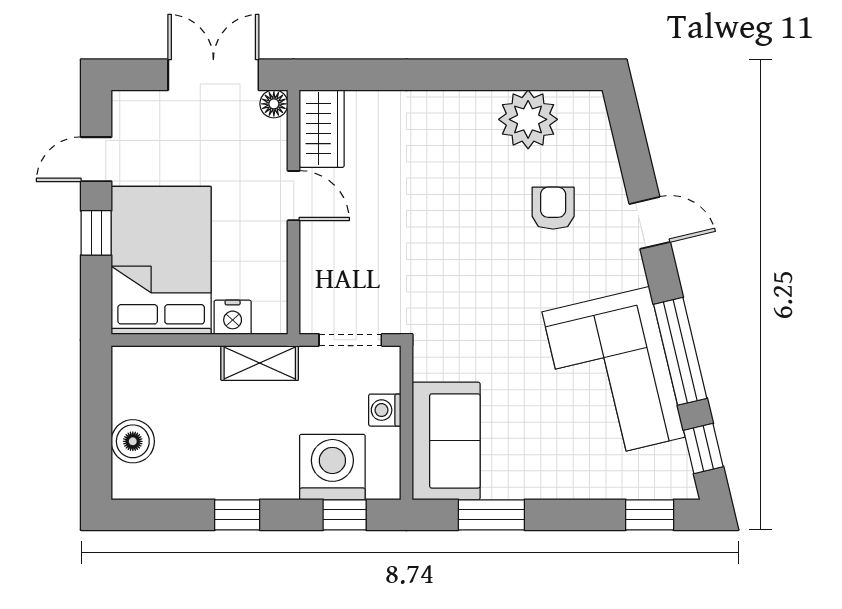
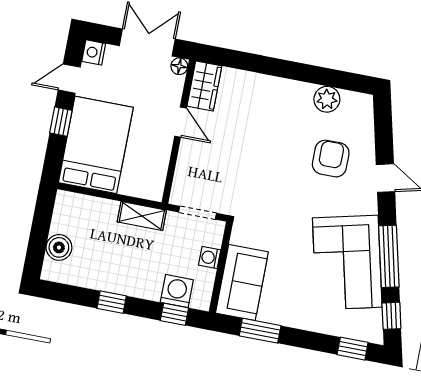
plant: (528, 119) -> (327, 99), width x0.73, depth x0.73
armchair: (553, 208) -> (331, 159), width x1.38, depth x1.38
nightstand: (233, 317) -> (94, 52), moved, turned 90
washing machine: (332, 467) -> (177, 291), width x0.73, depth x0.73

